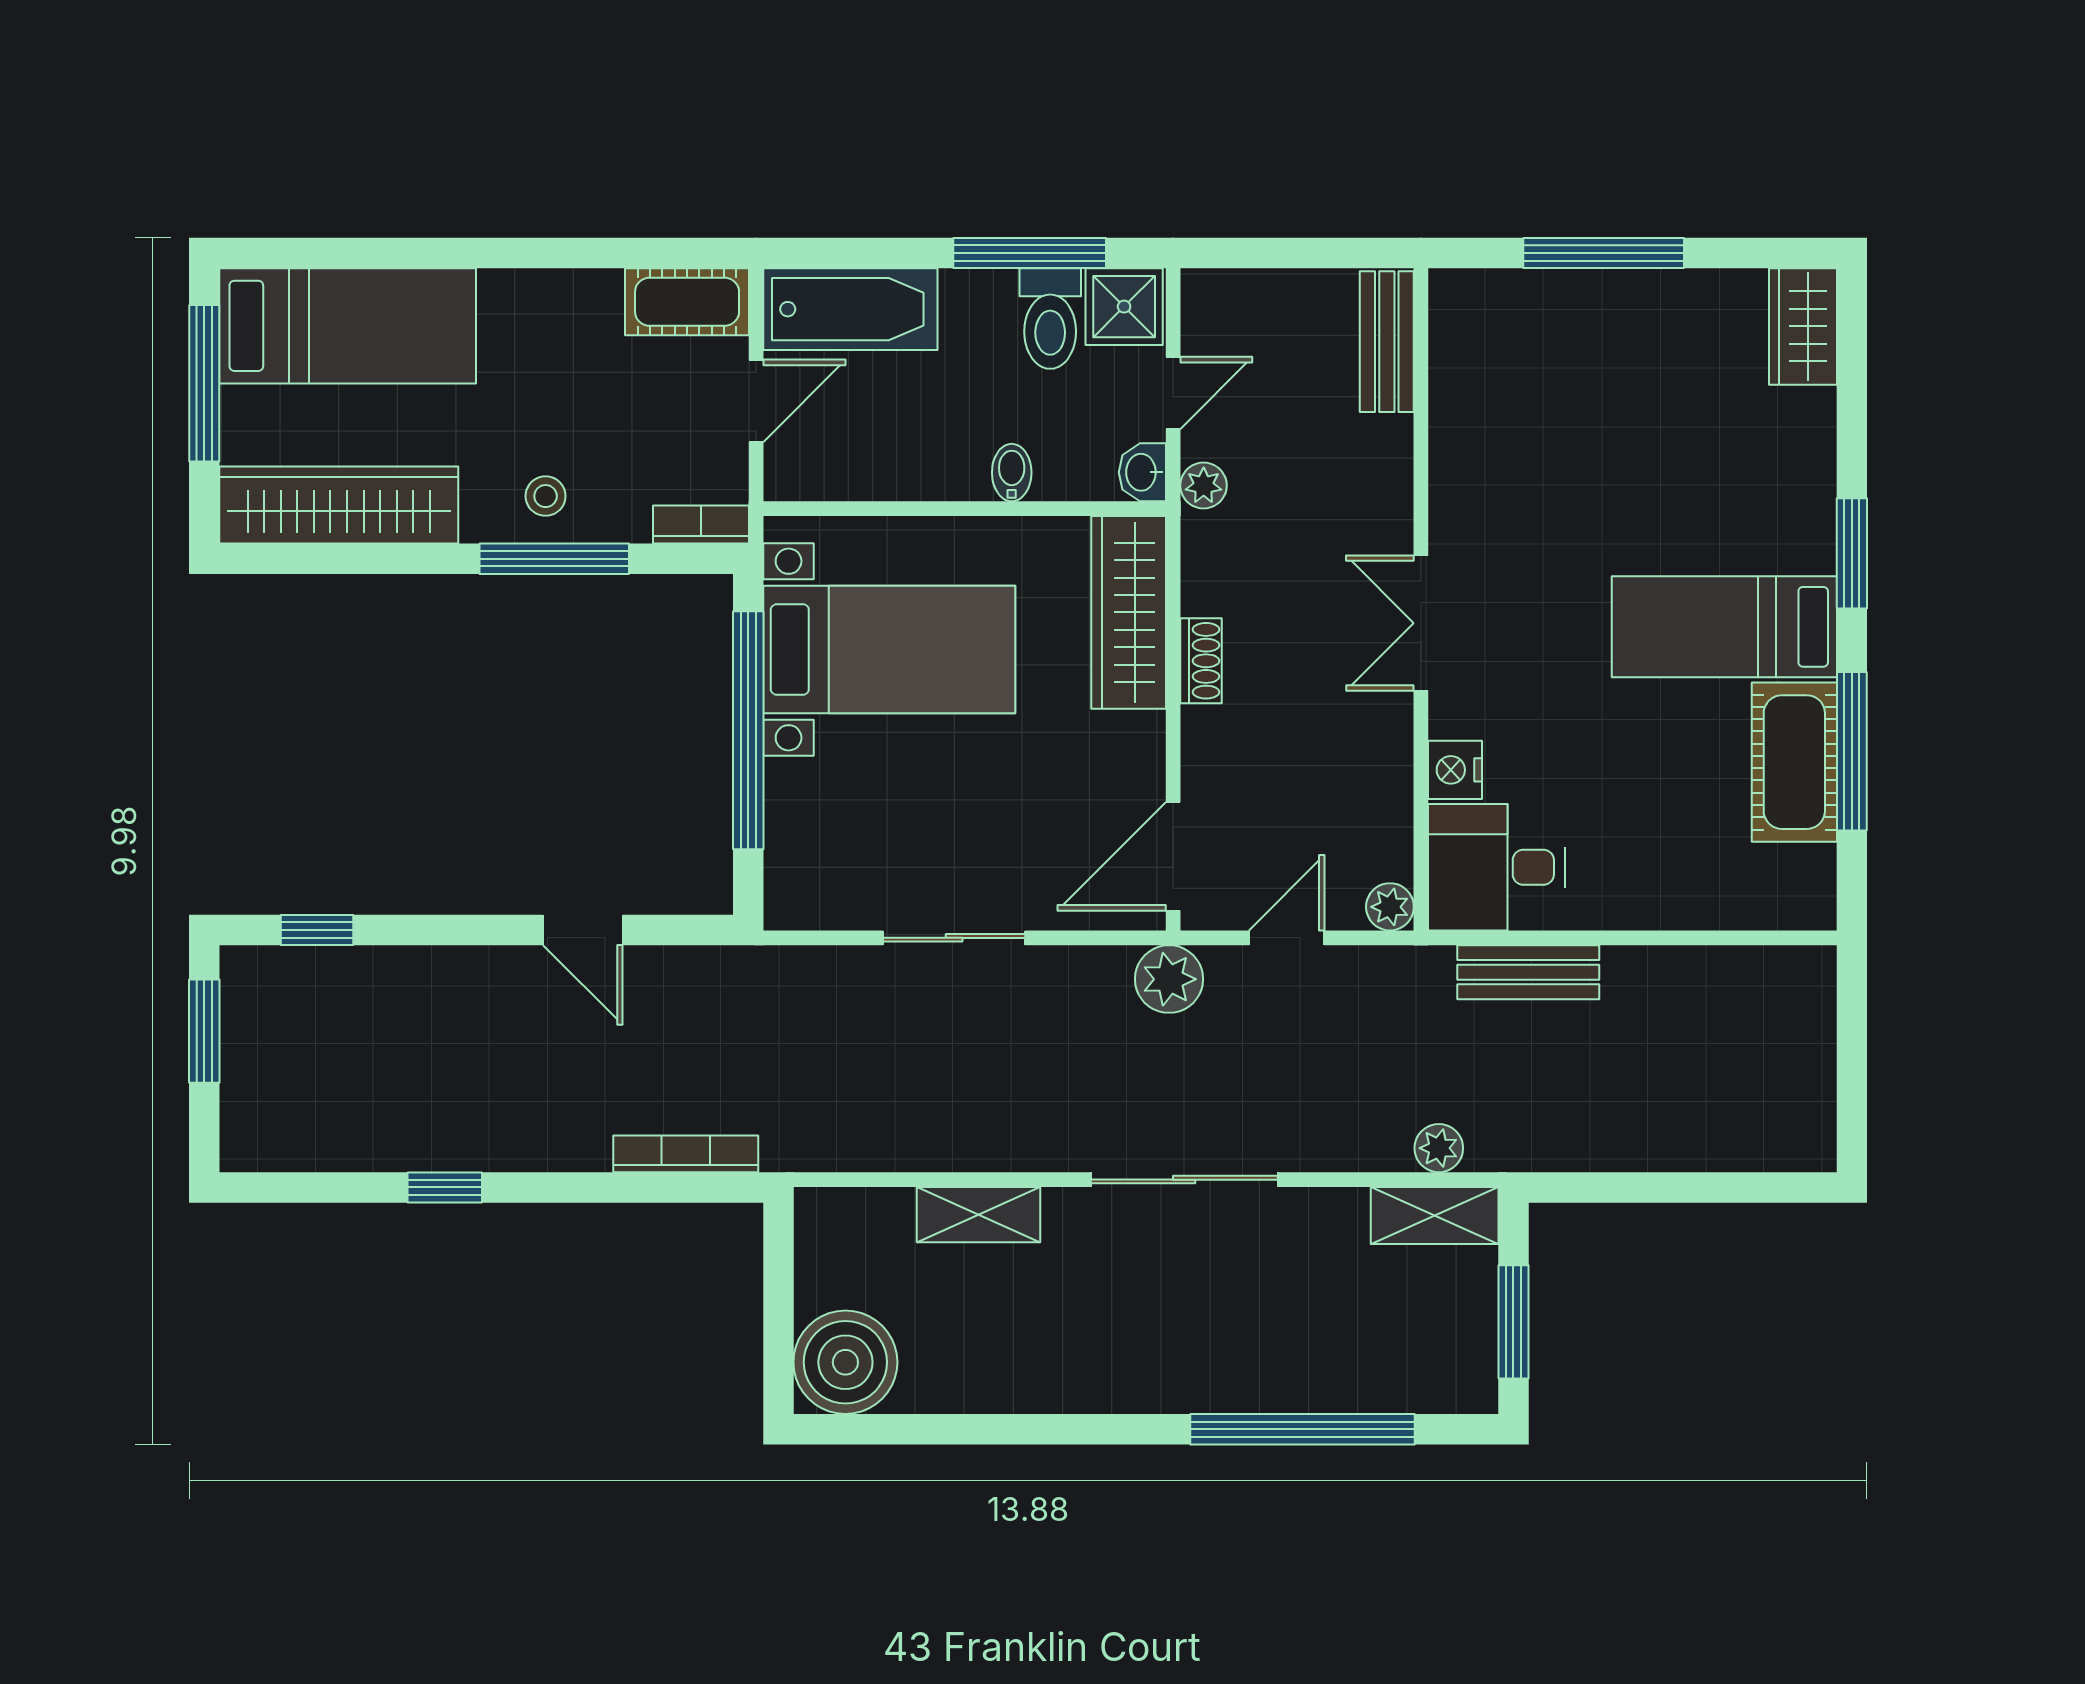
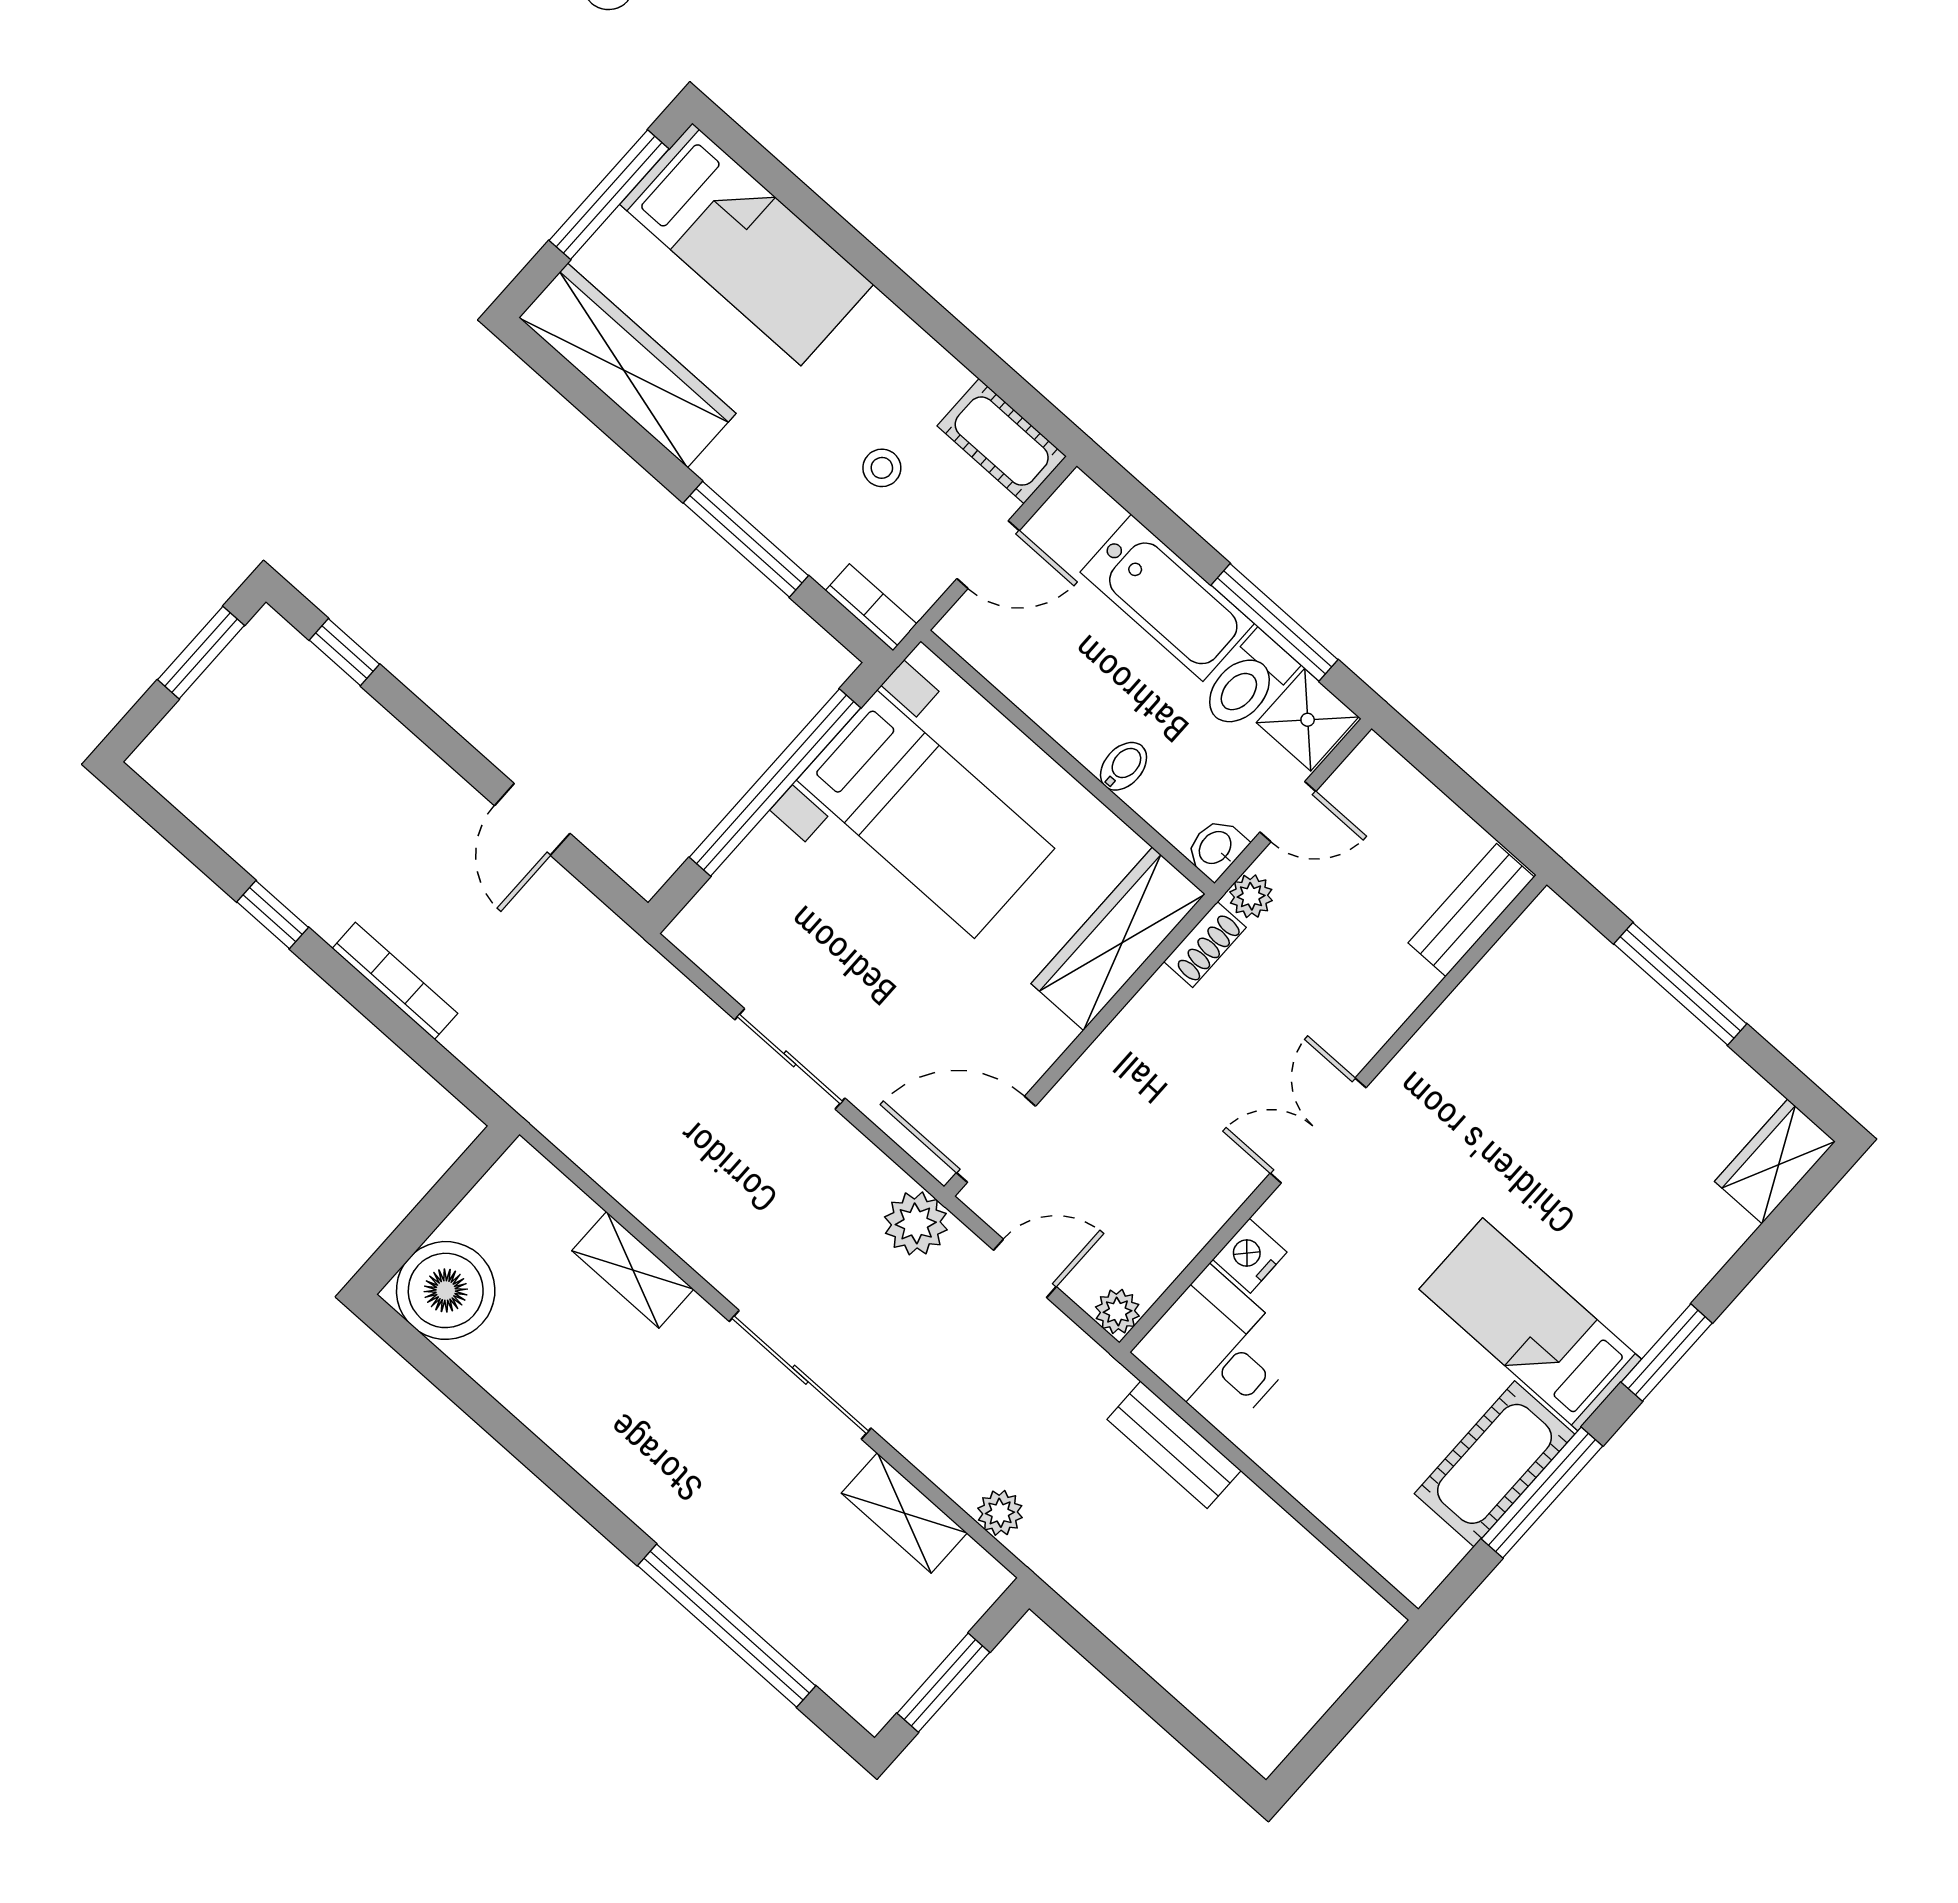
bathtub: (850, 309) -> (1167, 598), moved
stool: (546, 496) -> (882, 468), moved
shoe rack: (1201, 661) -> (1205, 945), moved
bookcase: (686, 1154) -> (395, 981), moved
shelving: (1435, 1215) -> (904, 1513), moved

